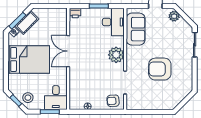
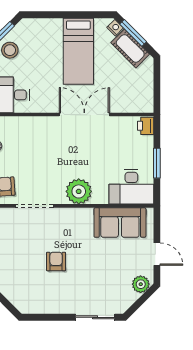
bed: (29, 60) -> (78, 51), width x0.67
armchair: (160, 69) -> (56, 261), width x0.53, depth x0.53

